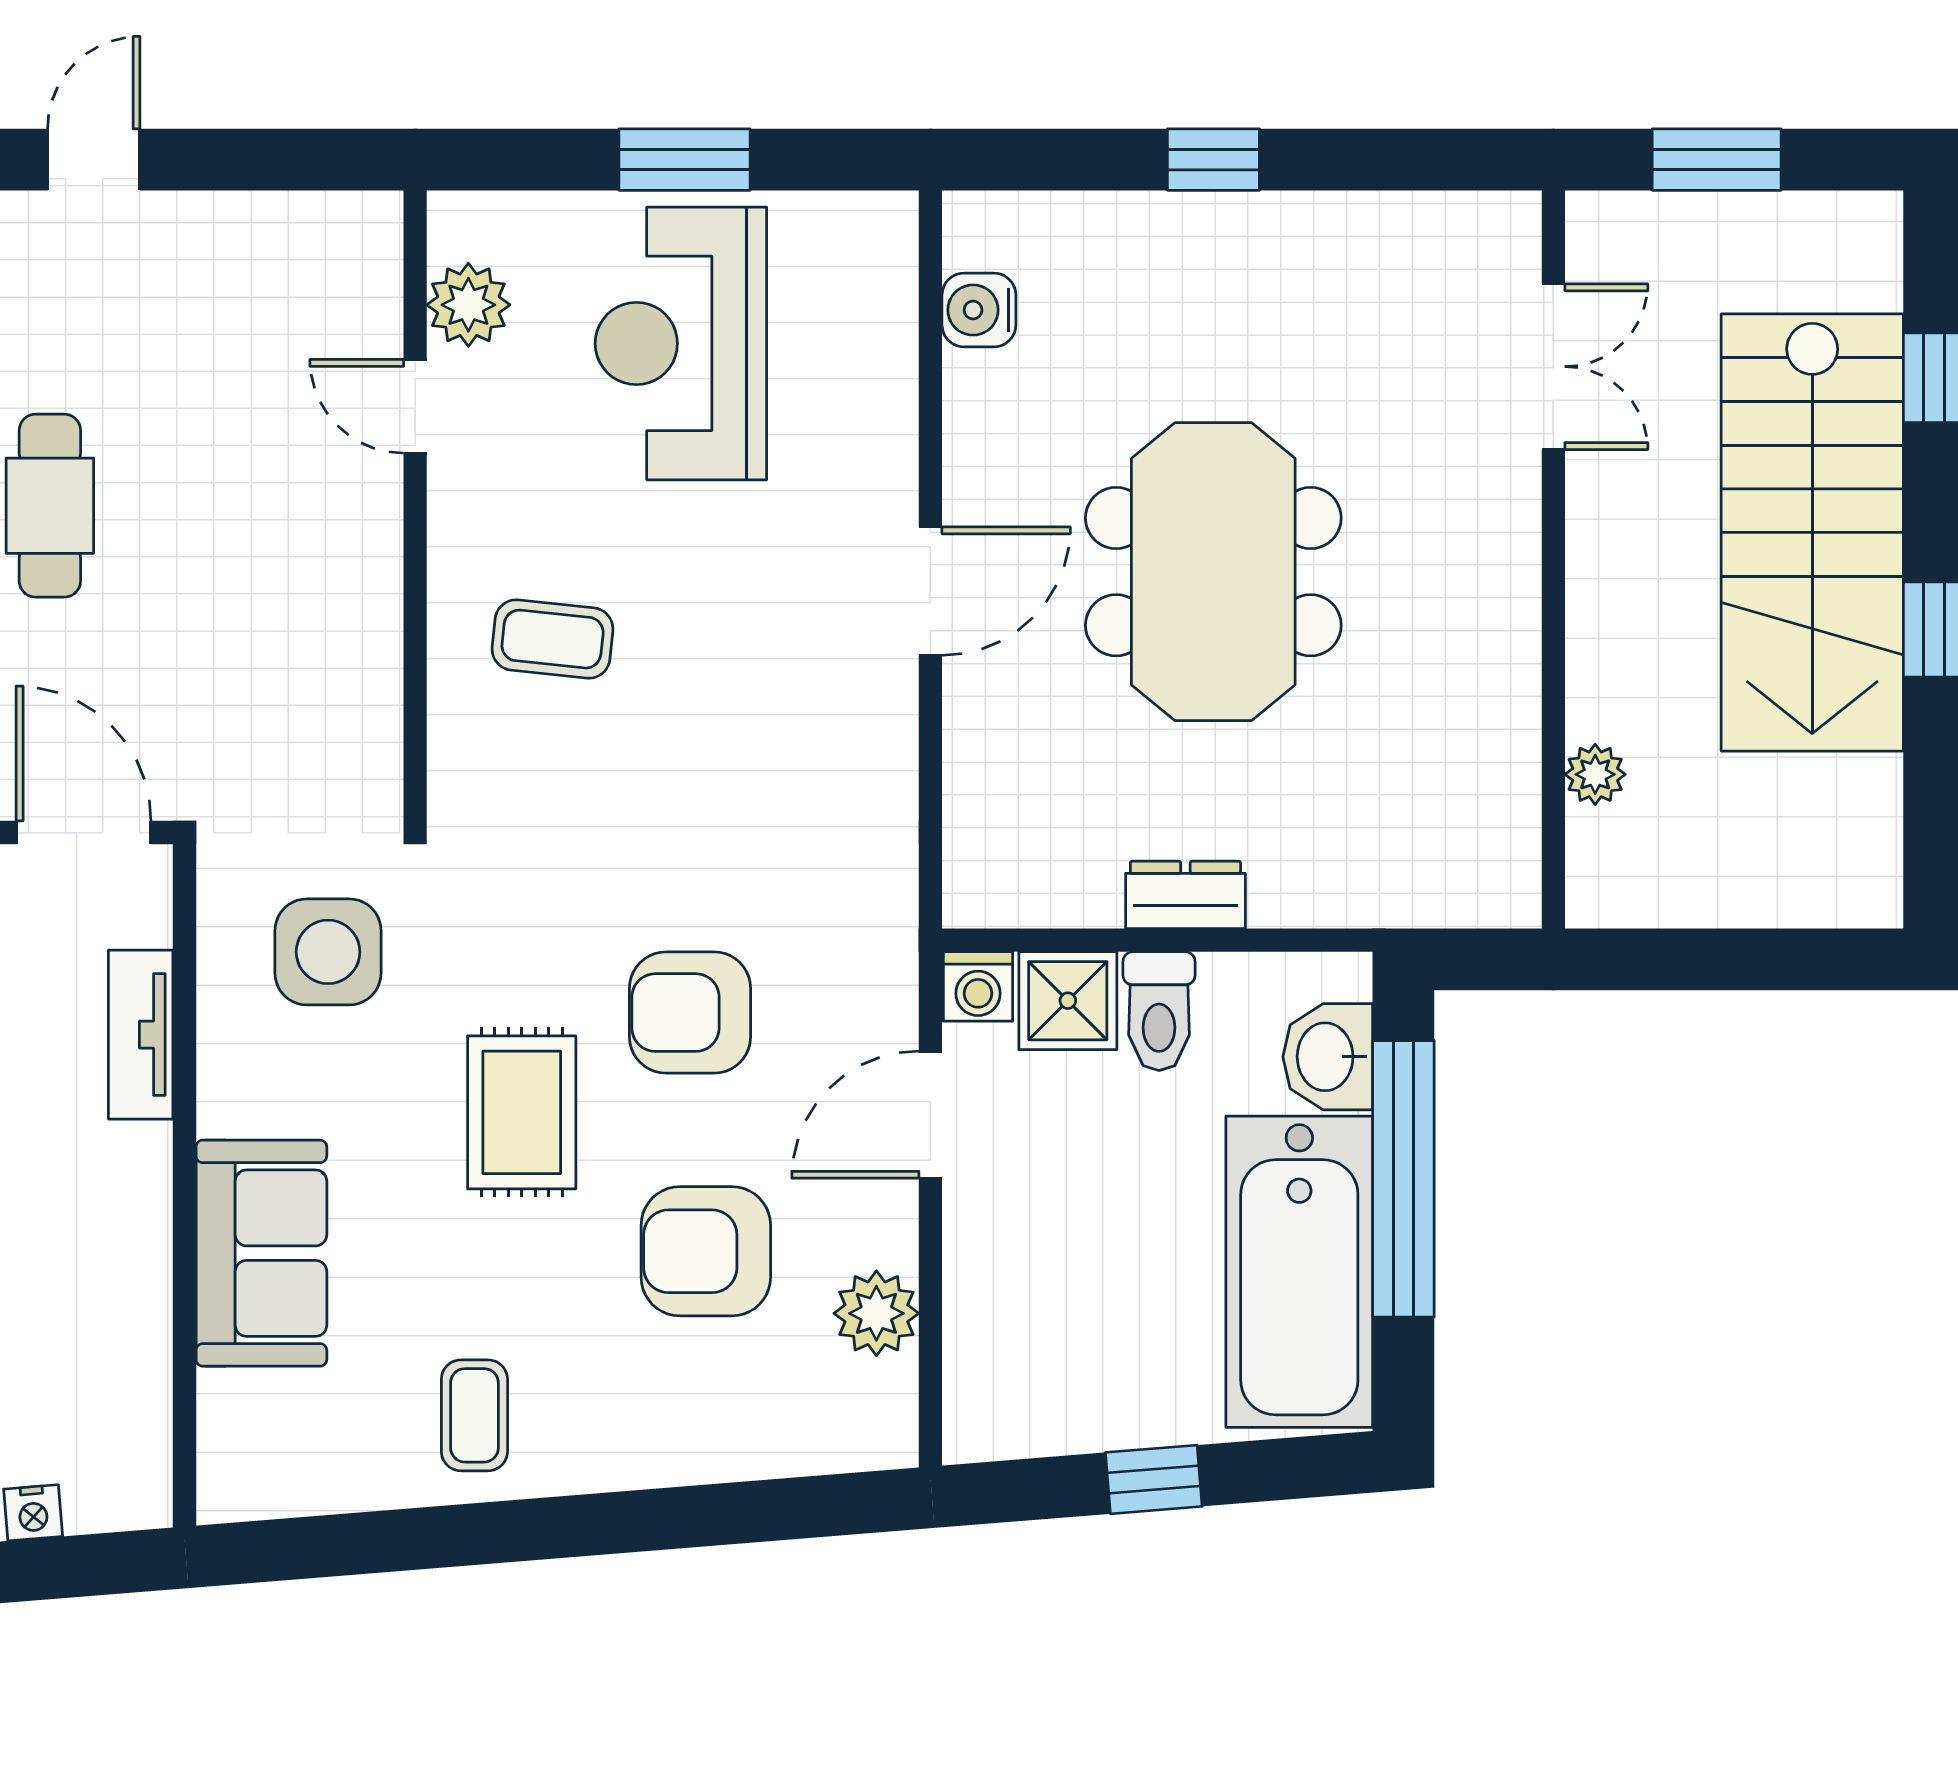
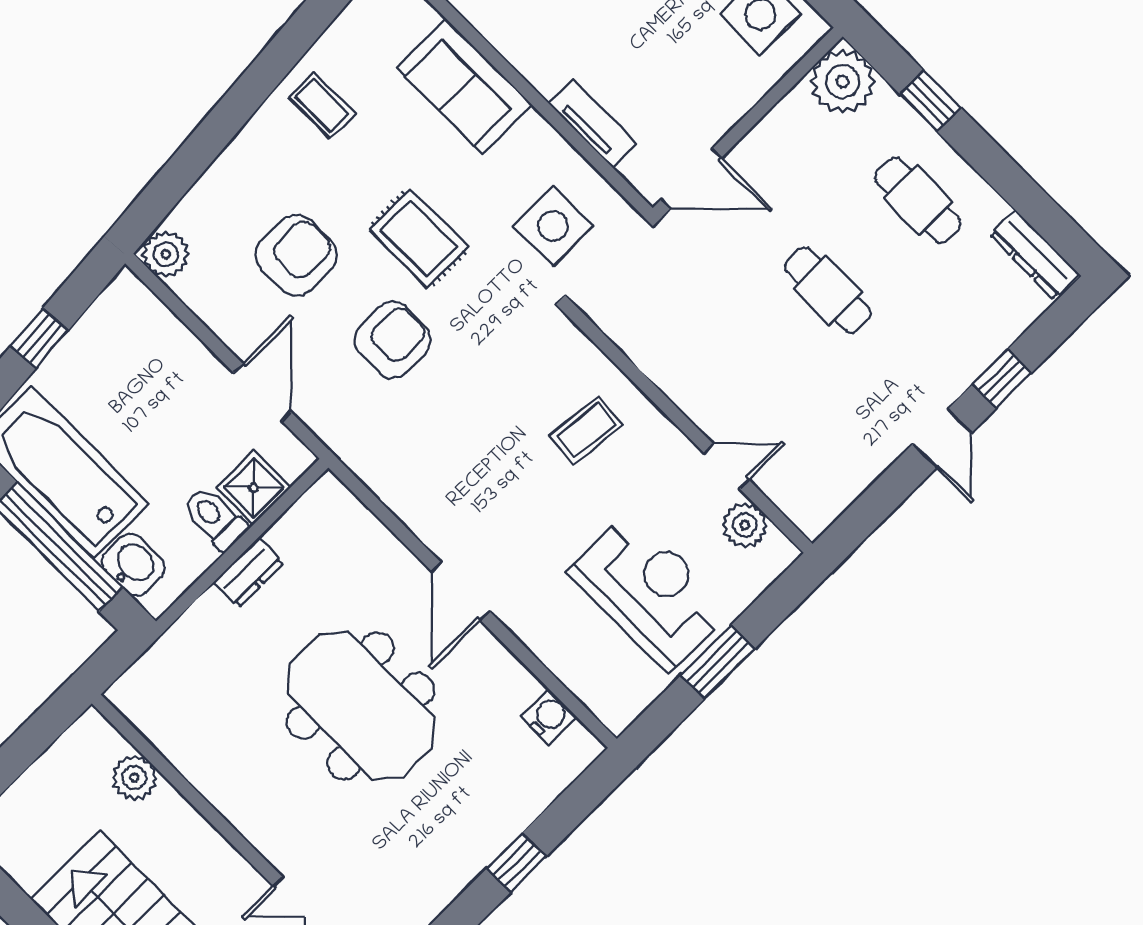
plant: (1595, 774) -> (134, 778), width x1.38, depth x1.38
washing machine: (978, 986) -> (293, 459), removed
plant: (876, 1313) -> (166, 254), moved

